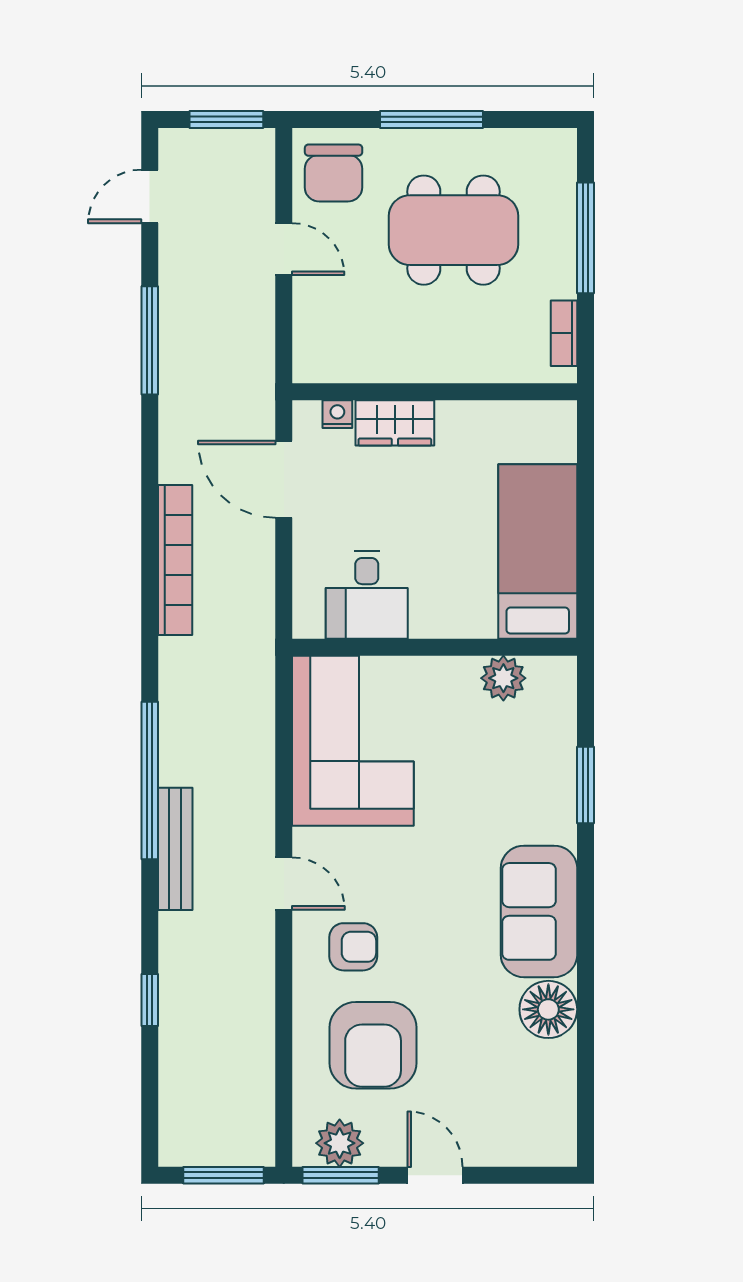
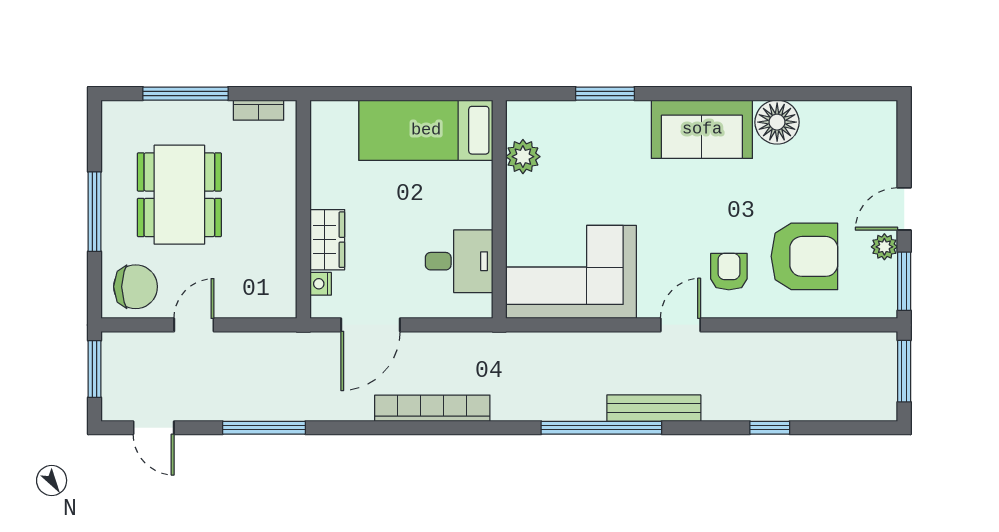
plant: (340, 1143) -> (884, 247), moved, width x0.73, depth x0.73

